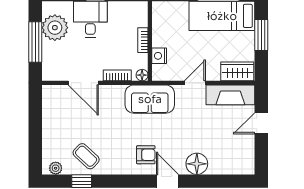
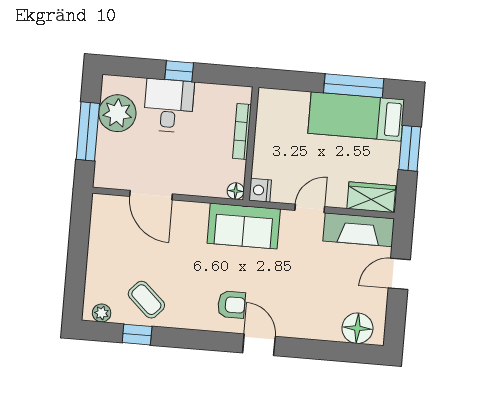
bookcase: (143, 40) -> (242, 131), width x1.56
nightstand: (159, 56) -> (260, 190), moved
bookcase: (117, 75) -> (200, 189), removed
floor lamp: (197, 164) -> (357, 328), moved

